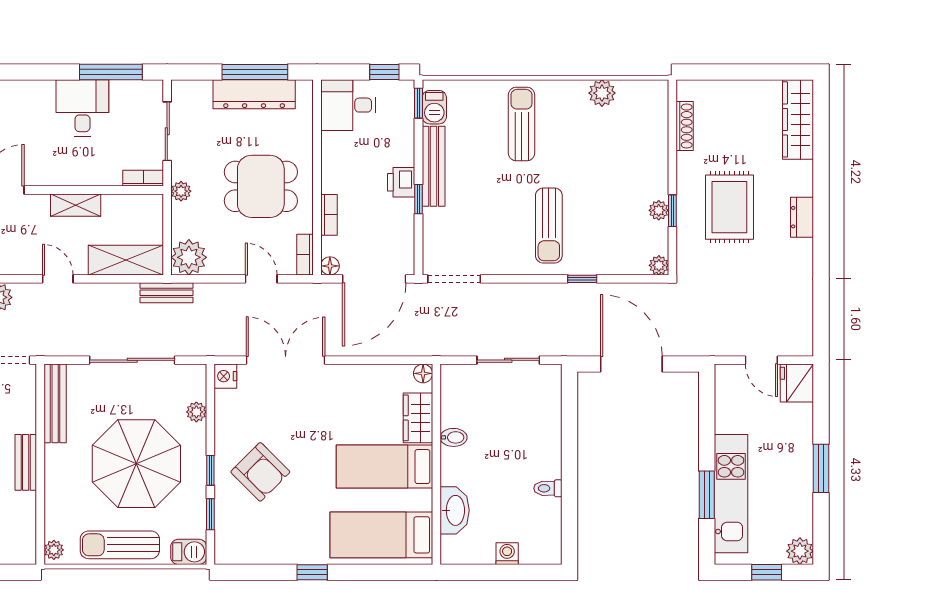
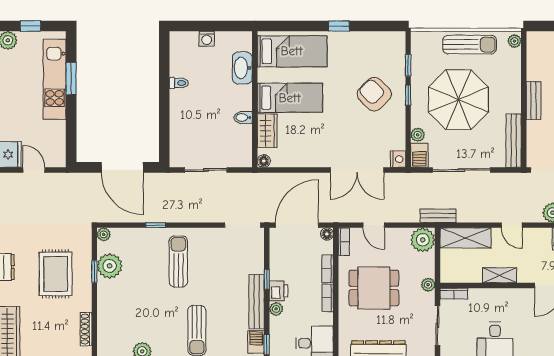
plant: (405, 155) -> (276, 309), added
bookcase: (329, 172) -> (328, 298), added
plant: (659, 210) -> (110, 266), width x1.88, depth x1.88
barbecue: (189, 552) -> (419, 155), moved, turned -90

